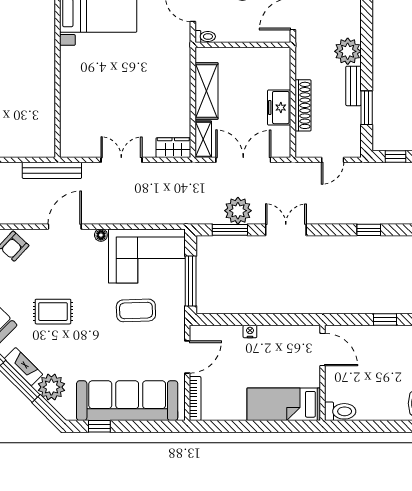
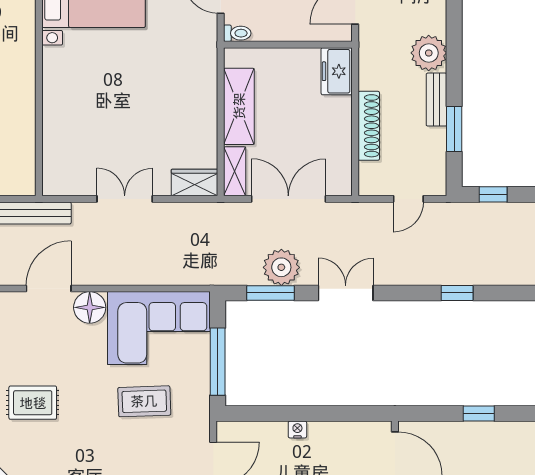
freezer: (279, 108) -> (337, 71), moved
floor lamp: (101, 235) -> (90, 307), width x1.89, depth x1.89

